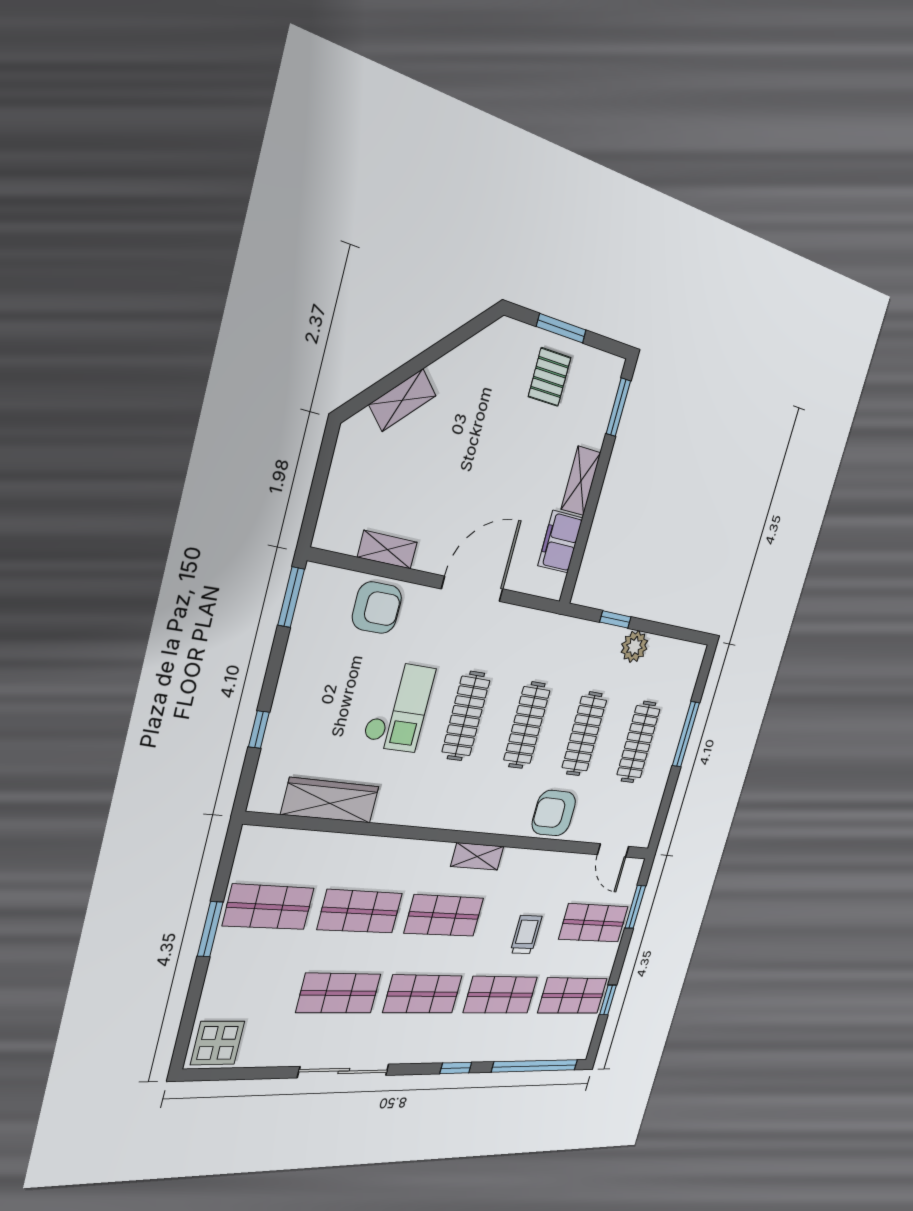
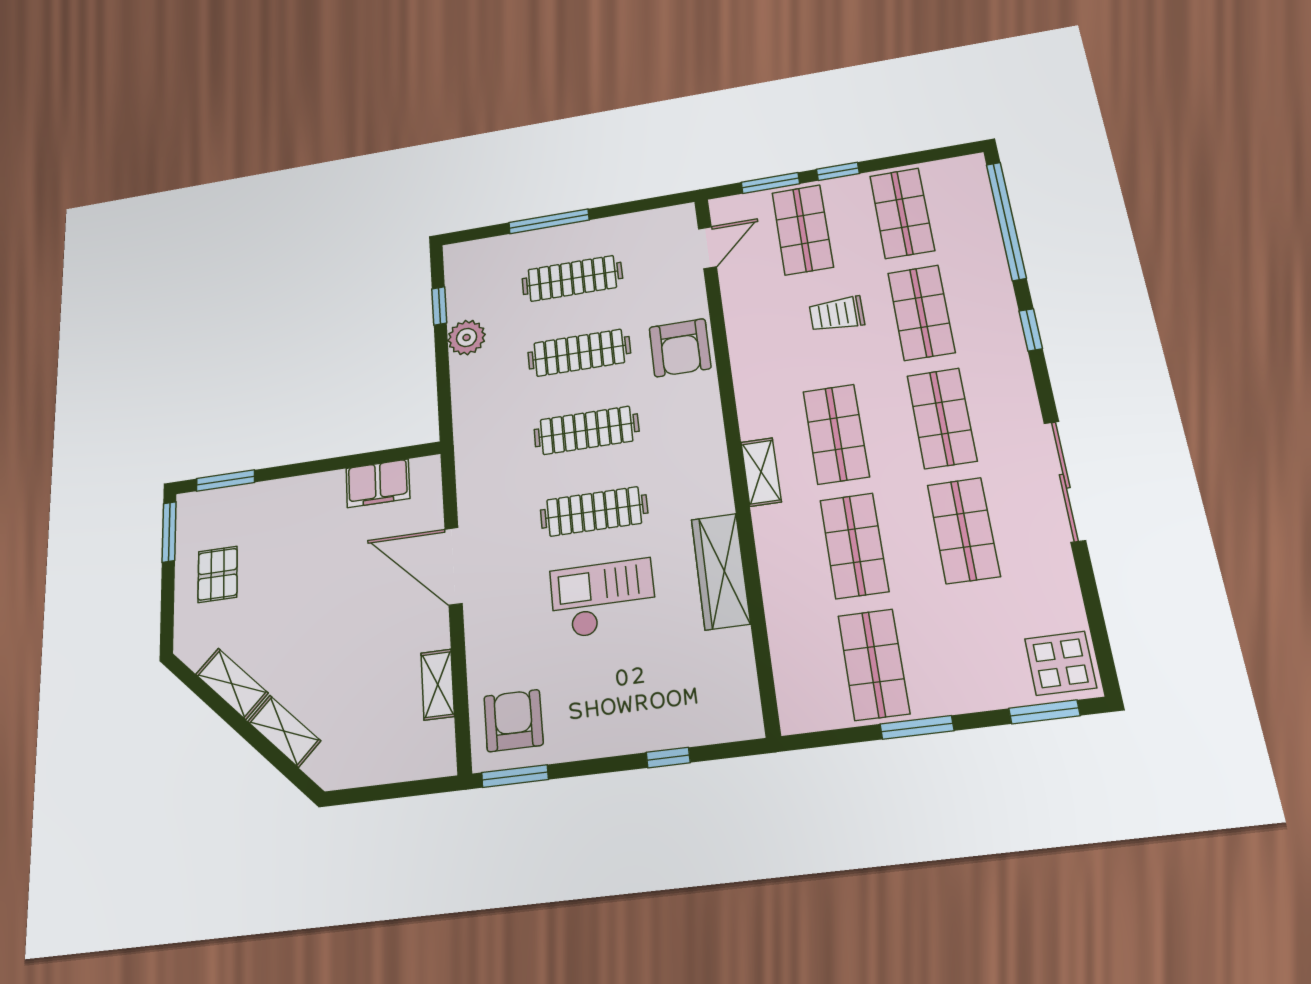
window: (561, 328) -> (169, 532), moved
pallet: (550, 377) -> (218, 574), turned 90
shelving: (581, 481) -> (232, 684), moved, turned 45
armchair: (377, 608) -> (513, 721), moved
window: (615, 619) -> (439, 306), moved
wardrobe: (330, 800) -> (721, 571), moved
shelving: (477, 856) -> (761, 472), moved
window: (608, 1000) -> (838, 171), moved
window: (187, 1024) -> (1044, 712), added

